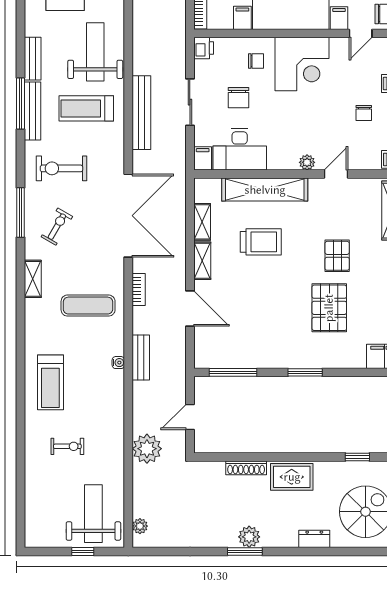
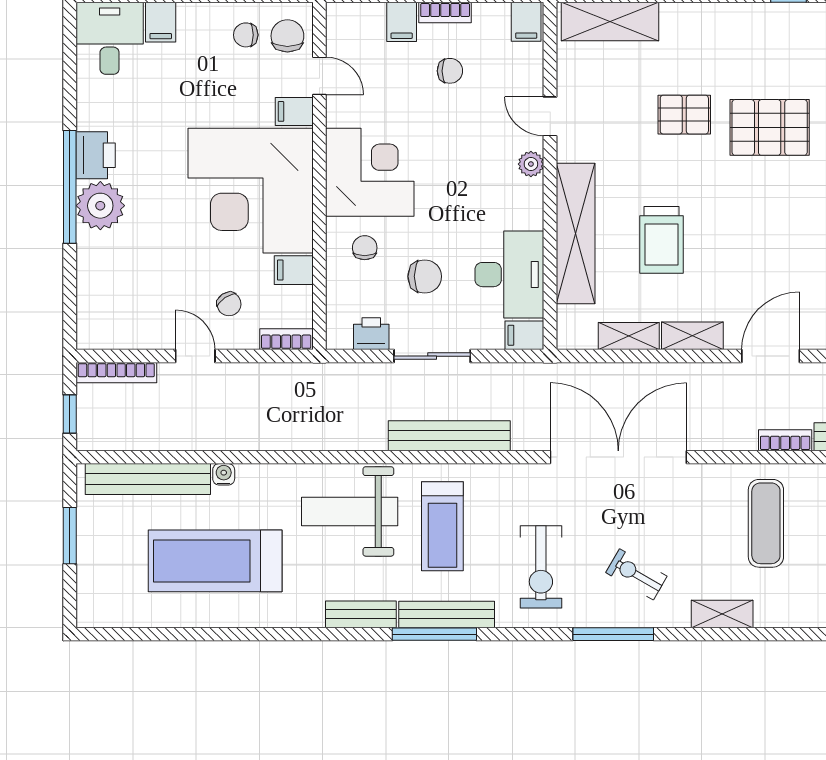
printer: (204, 48) -> (371, 334), moved
trolley: (261, 242) -> (661, 240), turned 180
bookcase: (139, 290) -> (785, 440), moved

